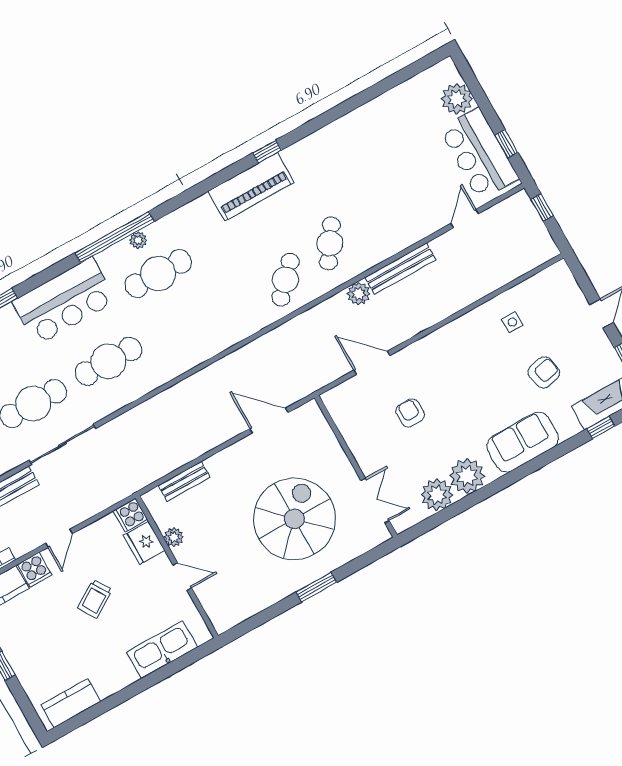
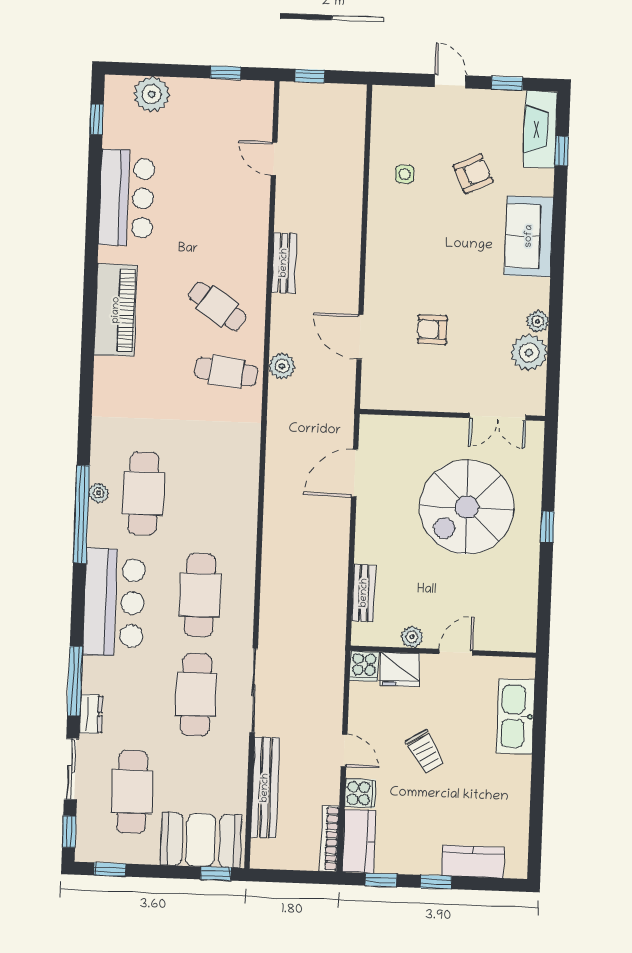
window: (267, 152) -> (97, 119), moved
bar counter: (479, 154) -> (127, 198), moved, turned -90
piano: (251, 187) -> (116, 310), moved
bench: (400, 269) -> (284, 263), width x0.73
cafe table: (285, 280) -> (226, 372), turned -37
plant: (359, 294) -> (282, 366), moved
door: (372, 363) -> (360, 337), hinge flipped
armchair: (544, 373) -> (473, 174), turned 77
plant: (467, 476) -> (538, 321), width x0.53, depth x0.53
double door: (375, 501) -> (498, 417), swing flipped
spiral stairs: (294, 519) -> (467, 507), turned -90
window: (316, 587) -> (547, 527), width x0.67
kitchen counter: (71, 703) -> (473, 862), moved, turned 90

